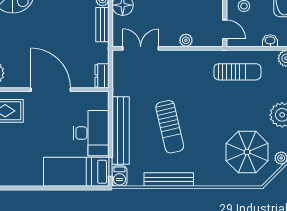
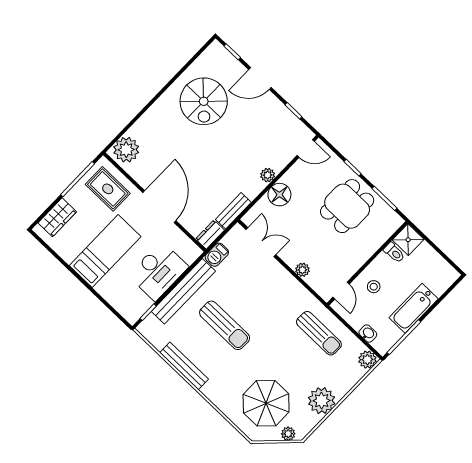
bench: (102, 25) -> (233, 211), moved
sun lounger: (170, 127) -> (225, 325), turned -77
bed: (76, 172) -> (105, 251), moved, turned 90
barbecue: (120, 176) -> (217, 255), moved

